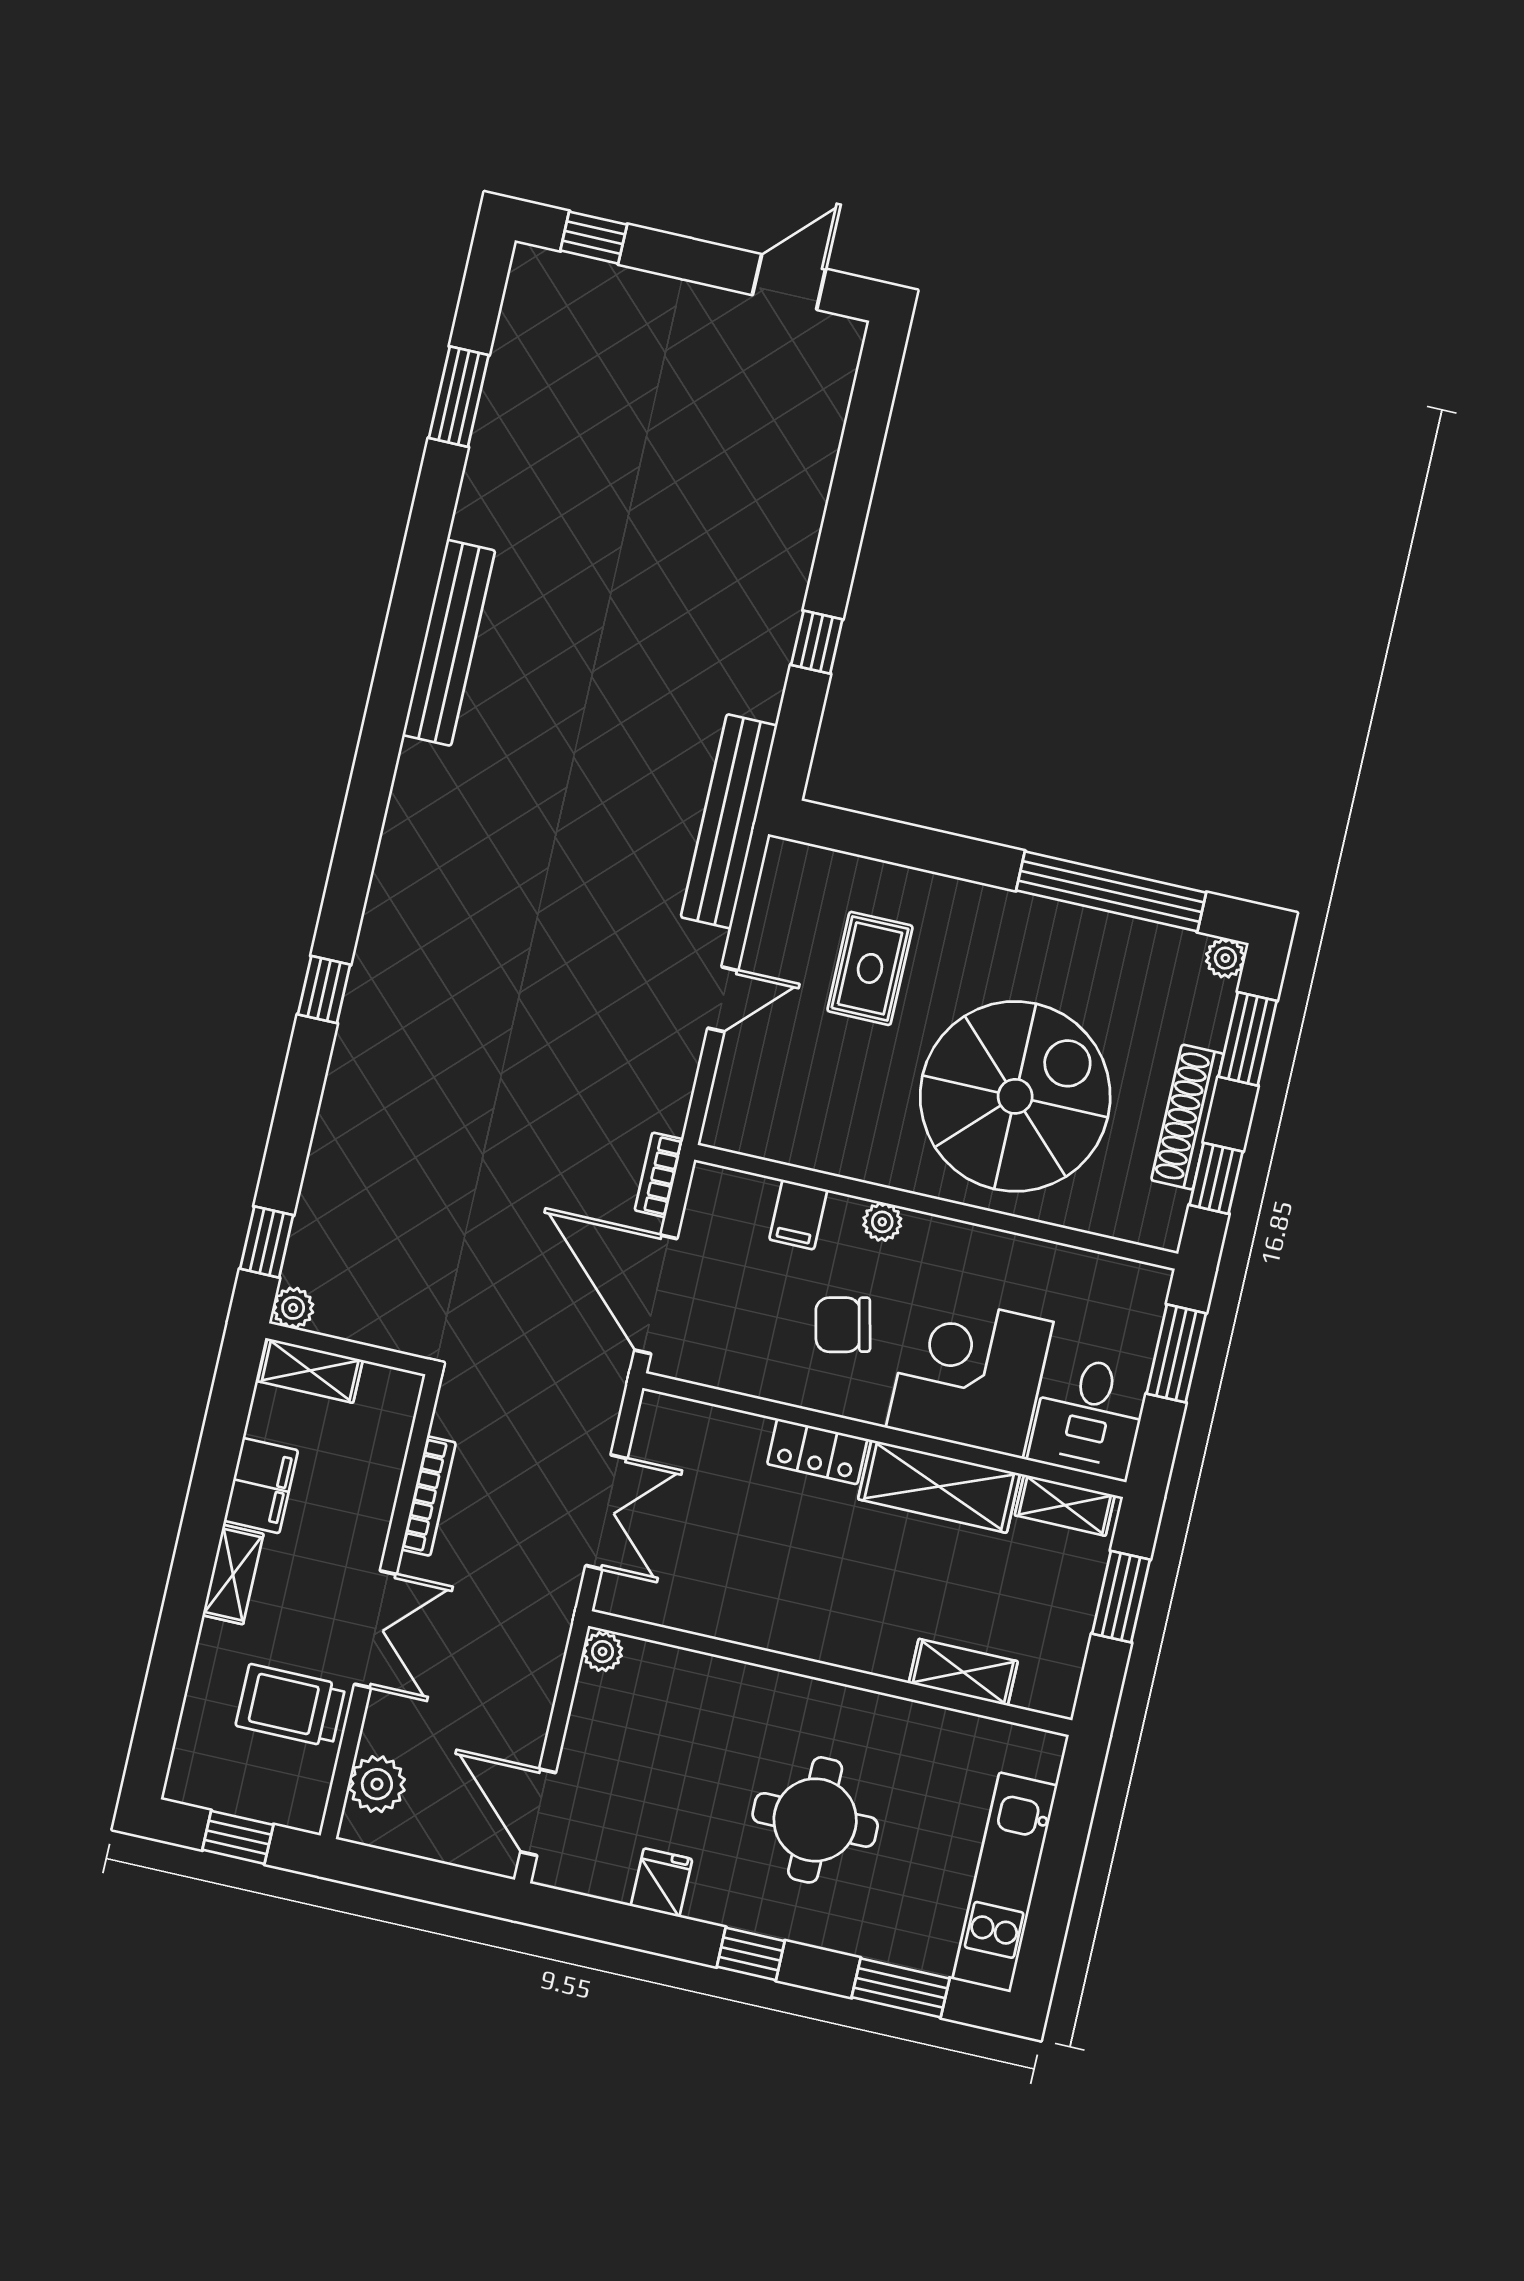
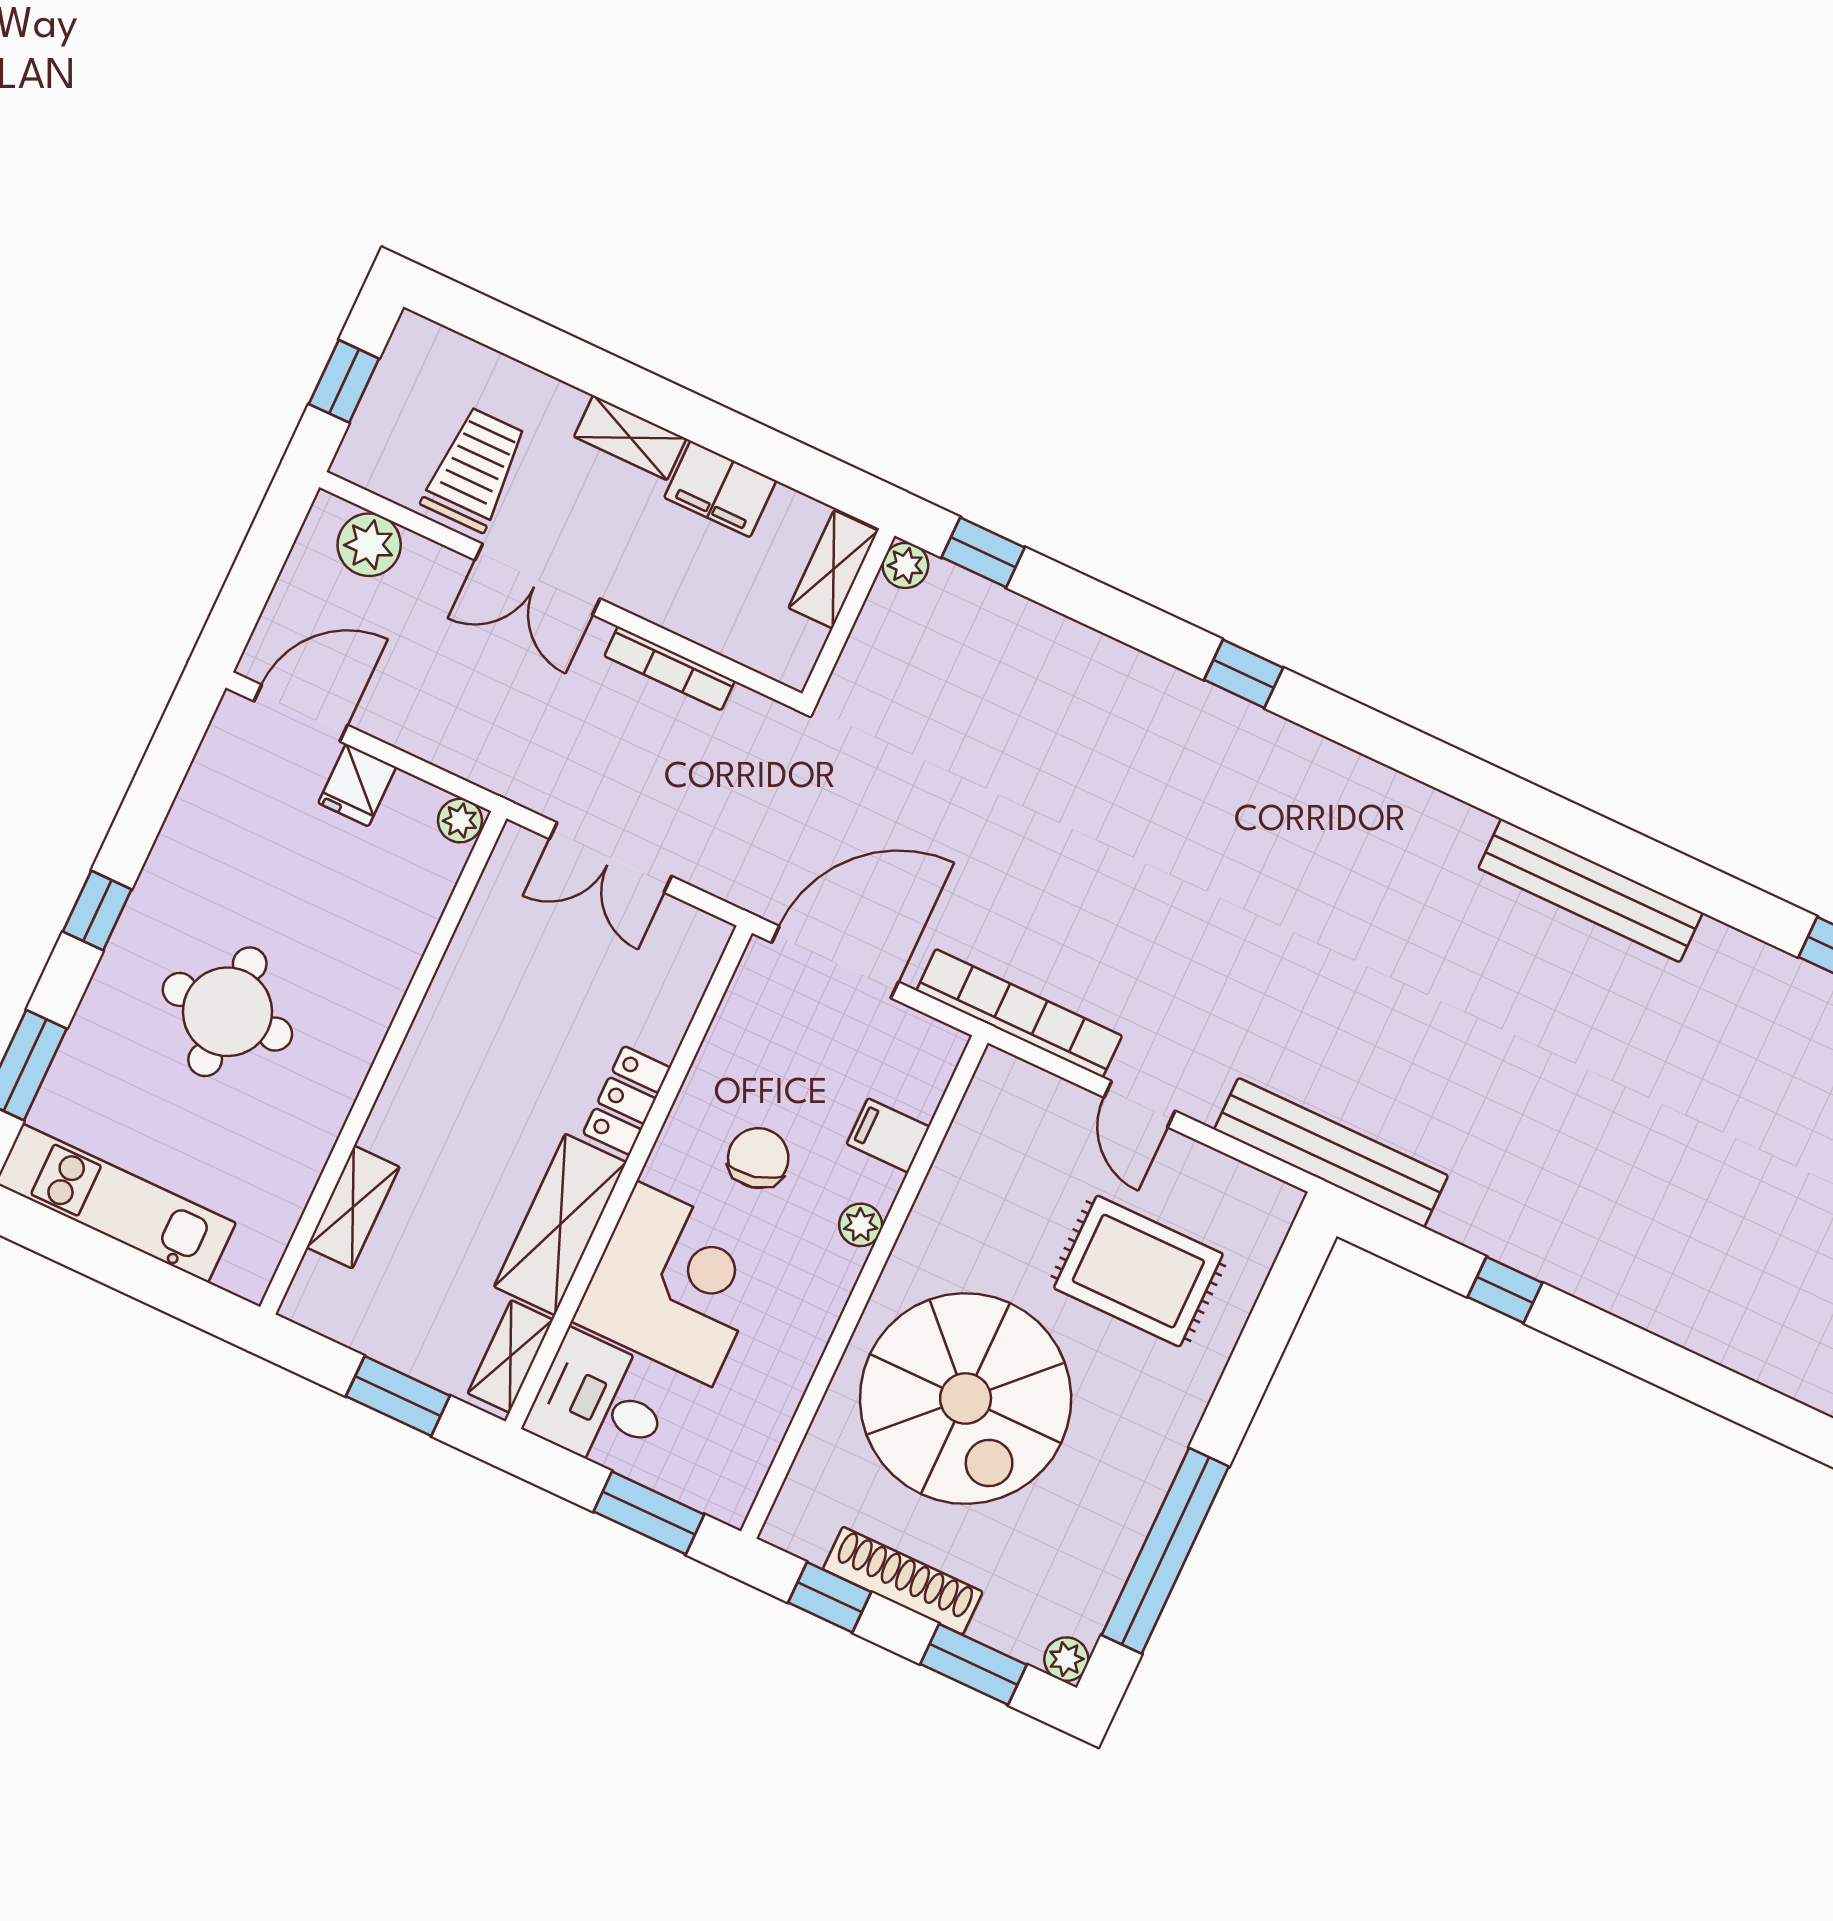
rug: (870, 968) -> (1138, 1271), width x1.36, depth x1.43
bookcase: (659, 1175) -> (1019, 1013), width x2.31, depth x1.31
fridge: (661, 1883) -> (357, 785), moved, turned 90

